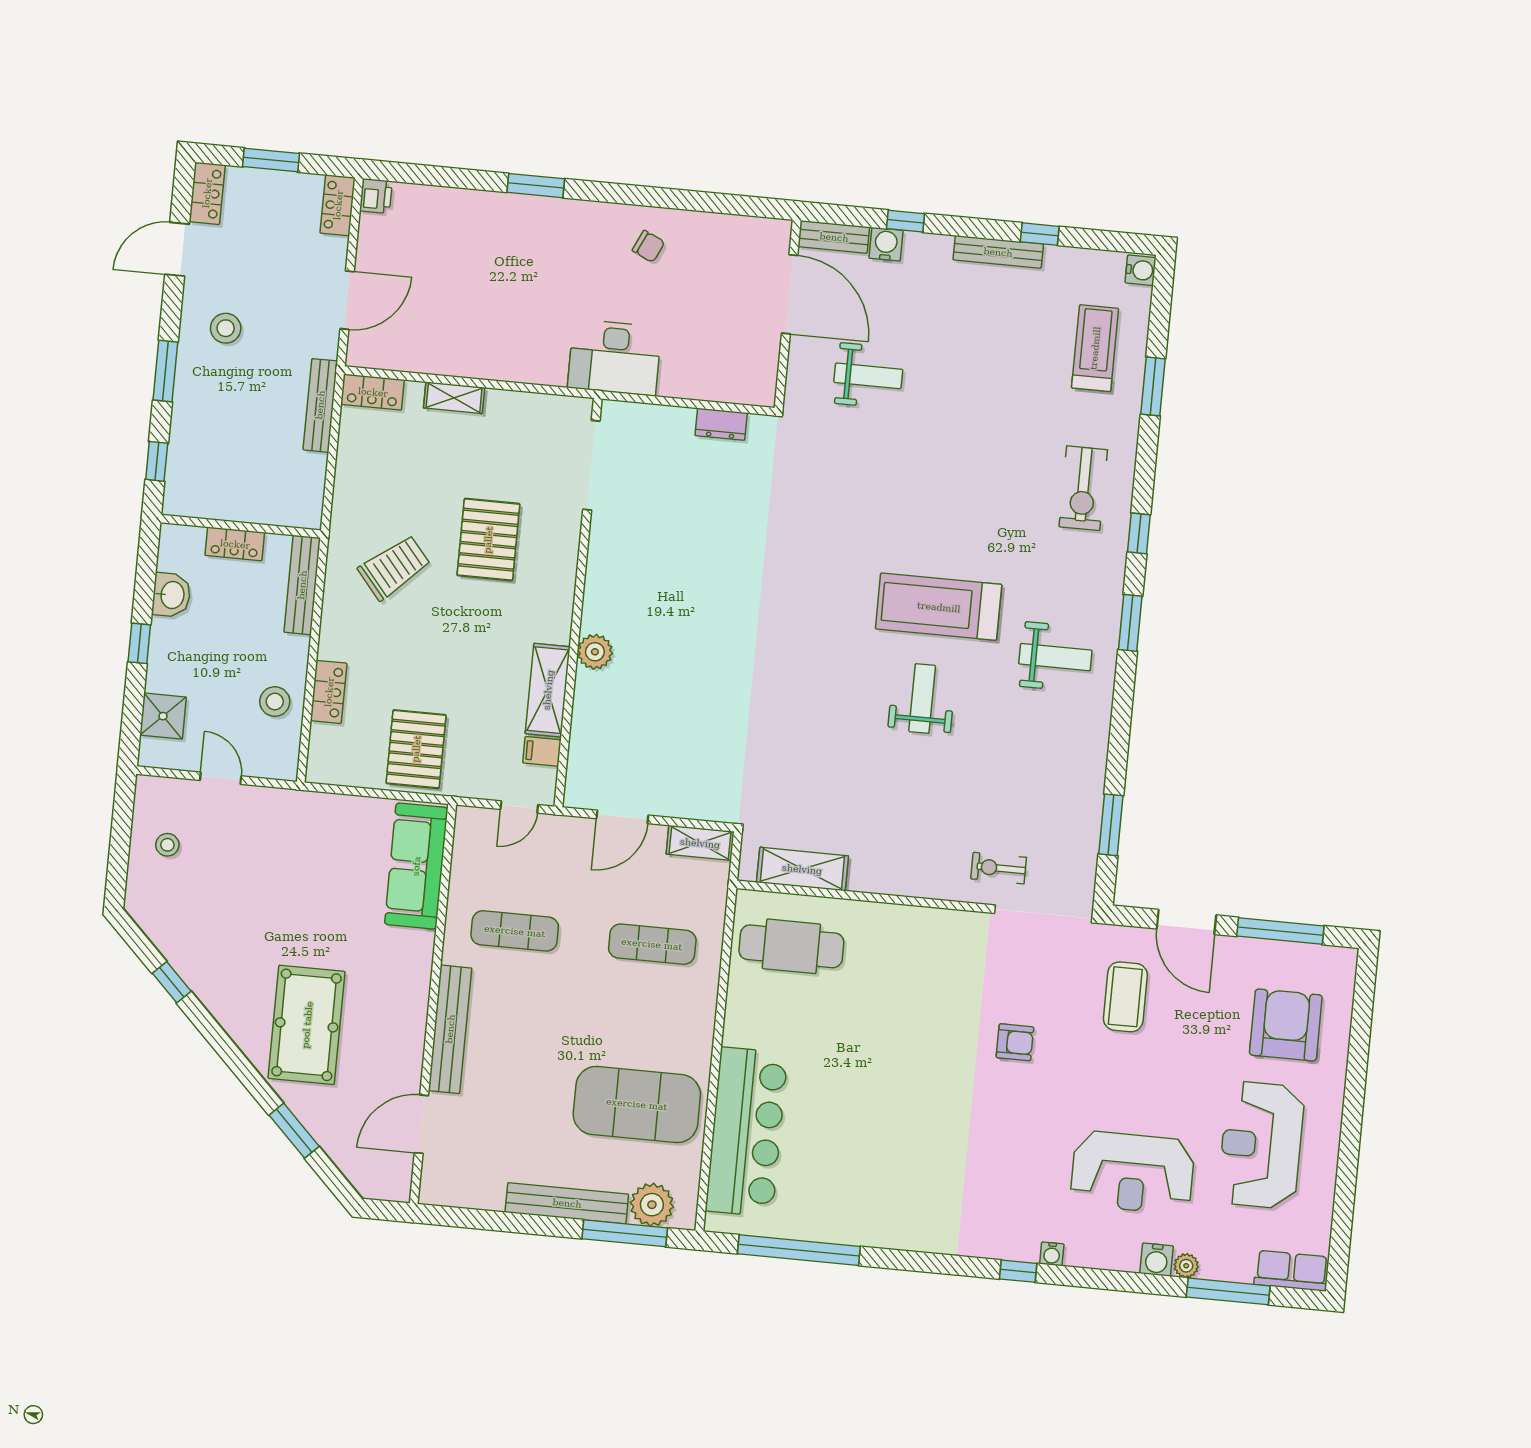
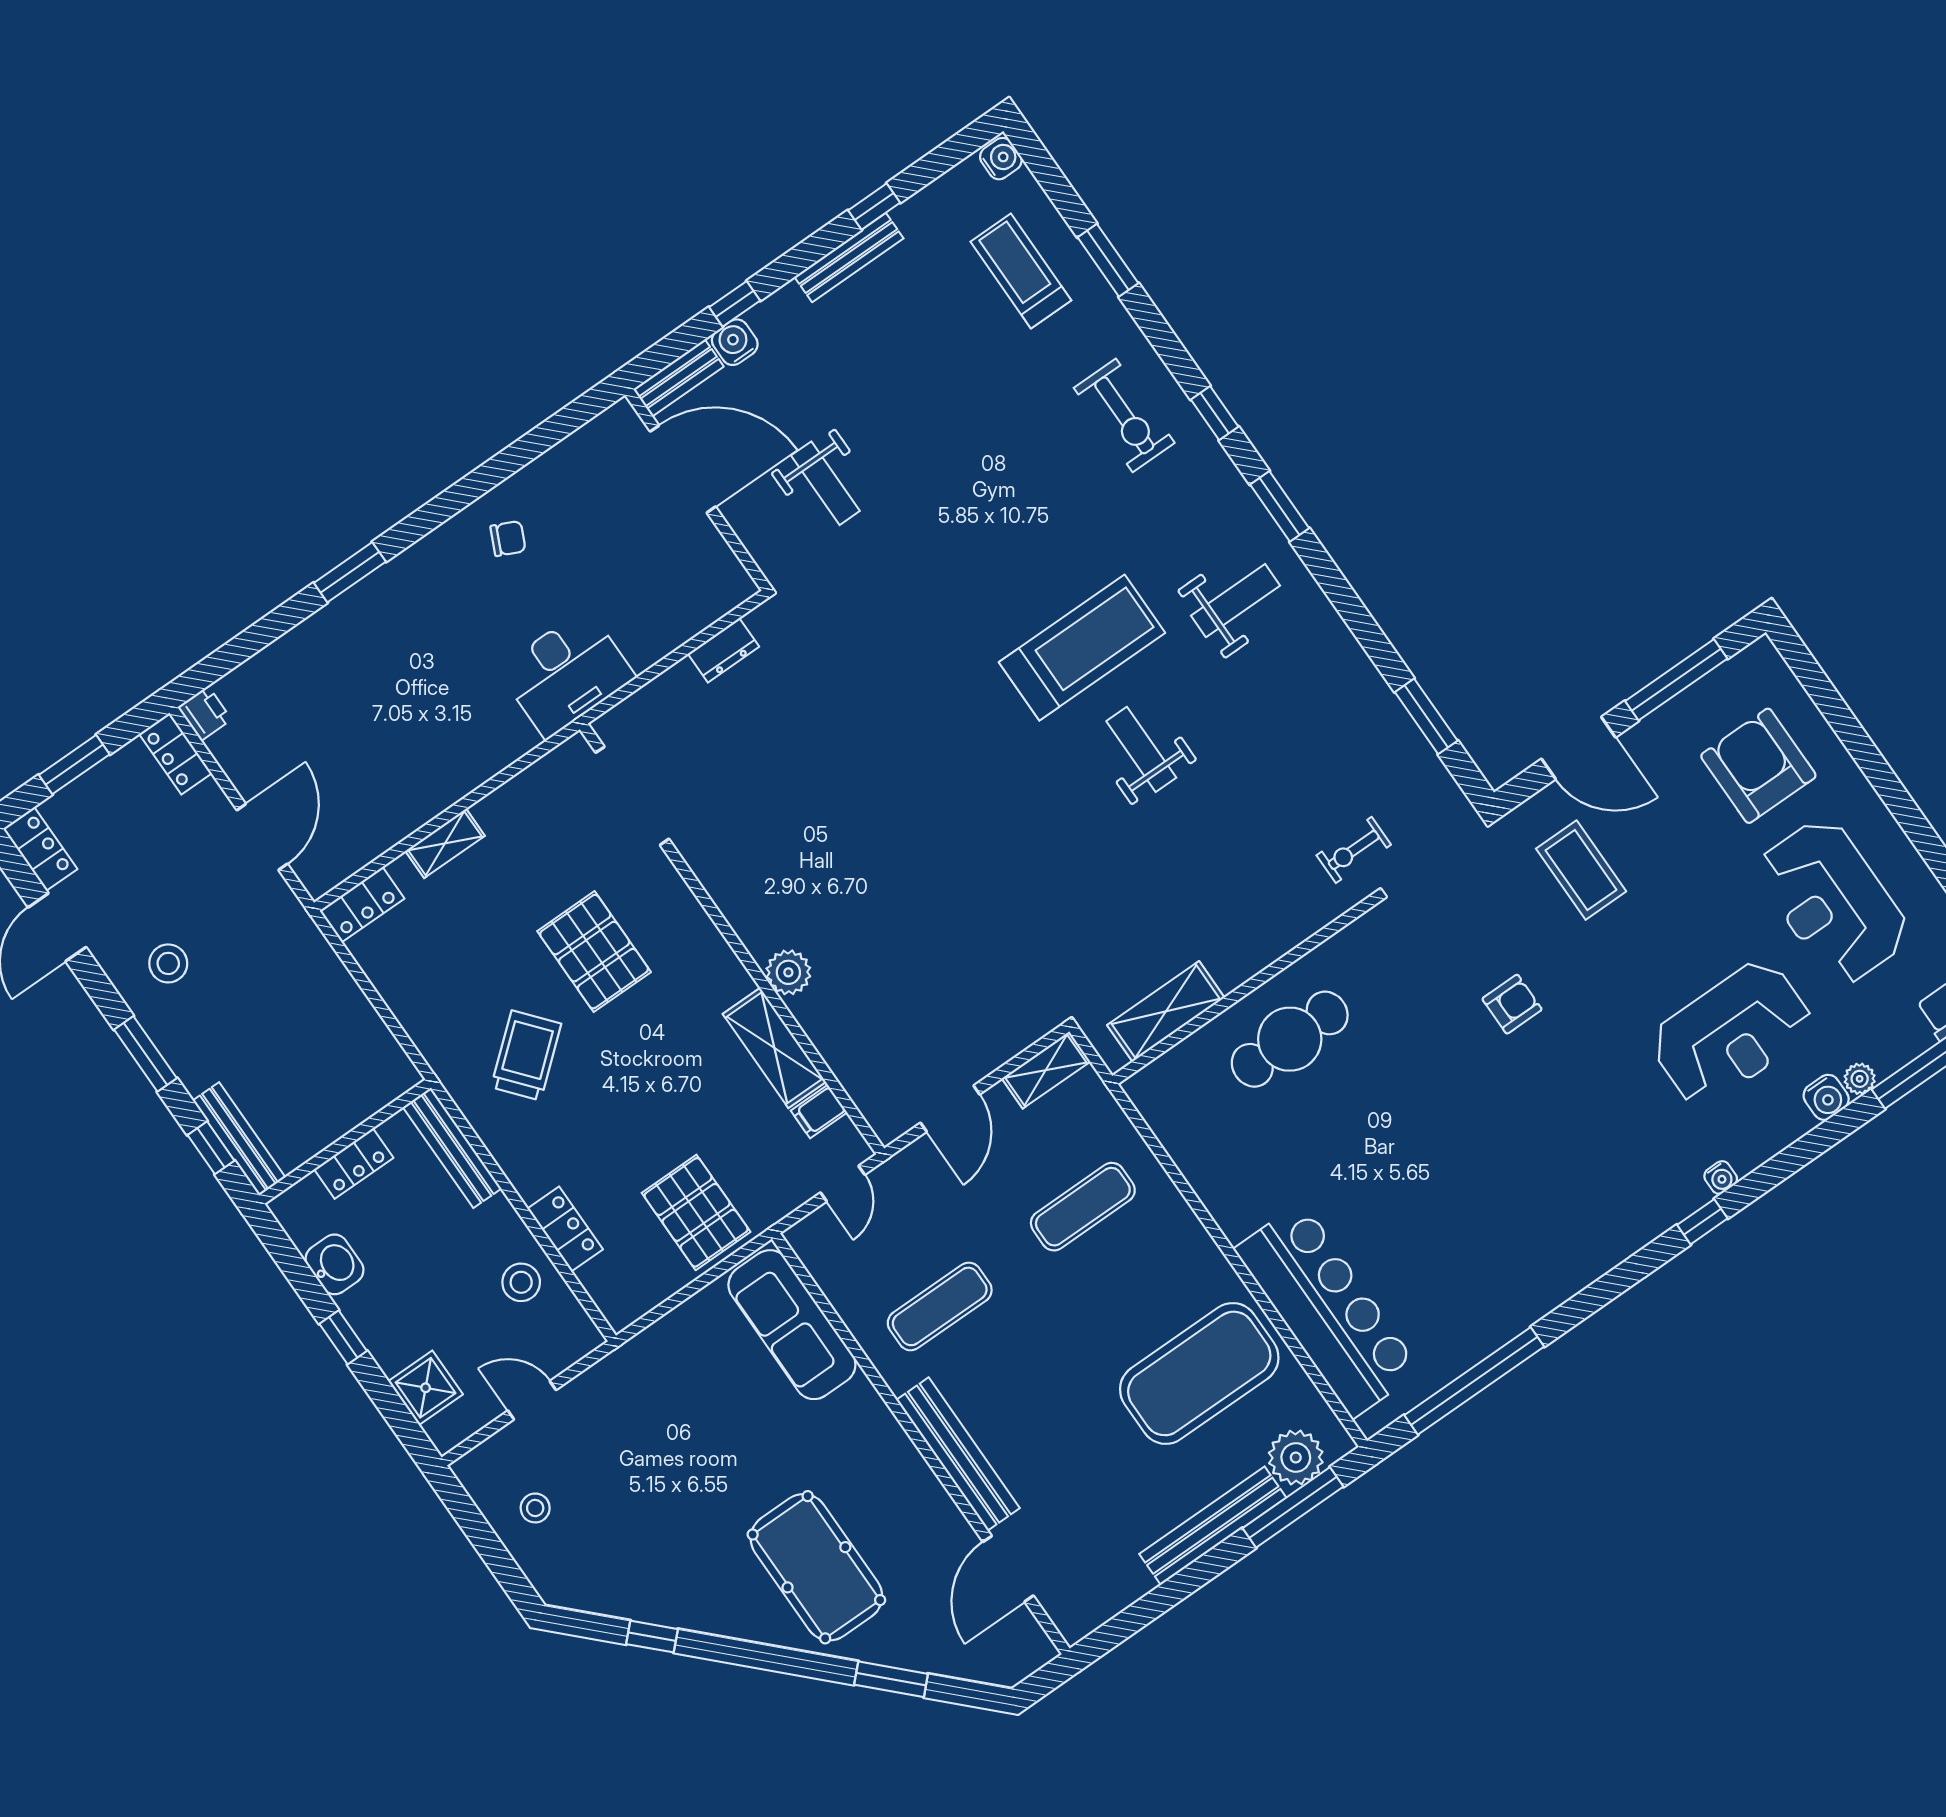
weight bench: (868, 376) -> (825, 483), turned 90
bench: (320, 405) -> (239, 1139), moved
treadmill: (939, 607) -> (1082, 648), turned 180
cafe table: (791, 946) -> (1290, 1039), moved

